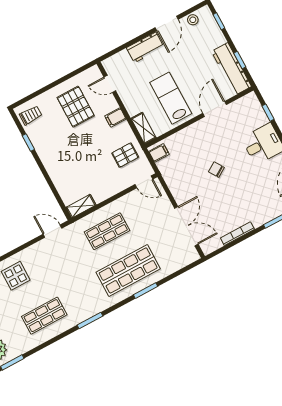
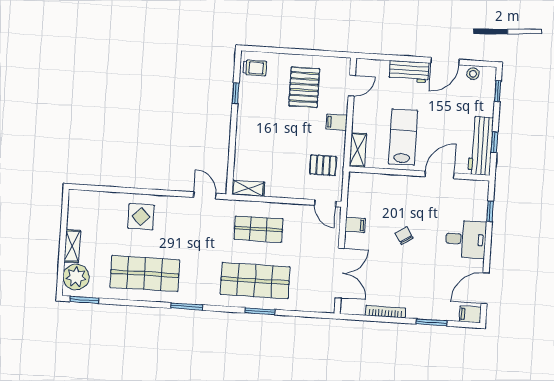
door: (110, 84) -> (352, 86), swing flipped
filing cabinet: (159, 153) -> (355, 225), moved
shop shelf: (44, 316) -> (145, 274), width x1.43, depth x1.36

